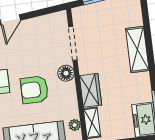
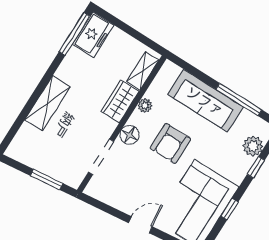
armchair: (34, 90) -> (170, 144), turned 90
plant: (75, 125) -> (145, 106), moved

